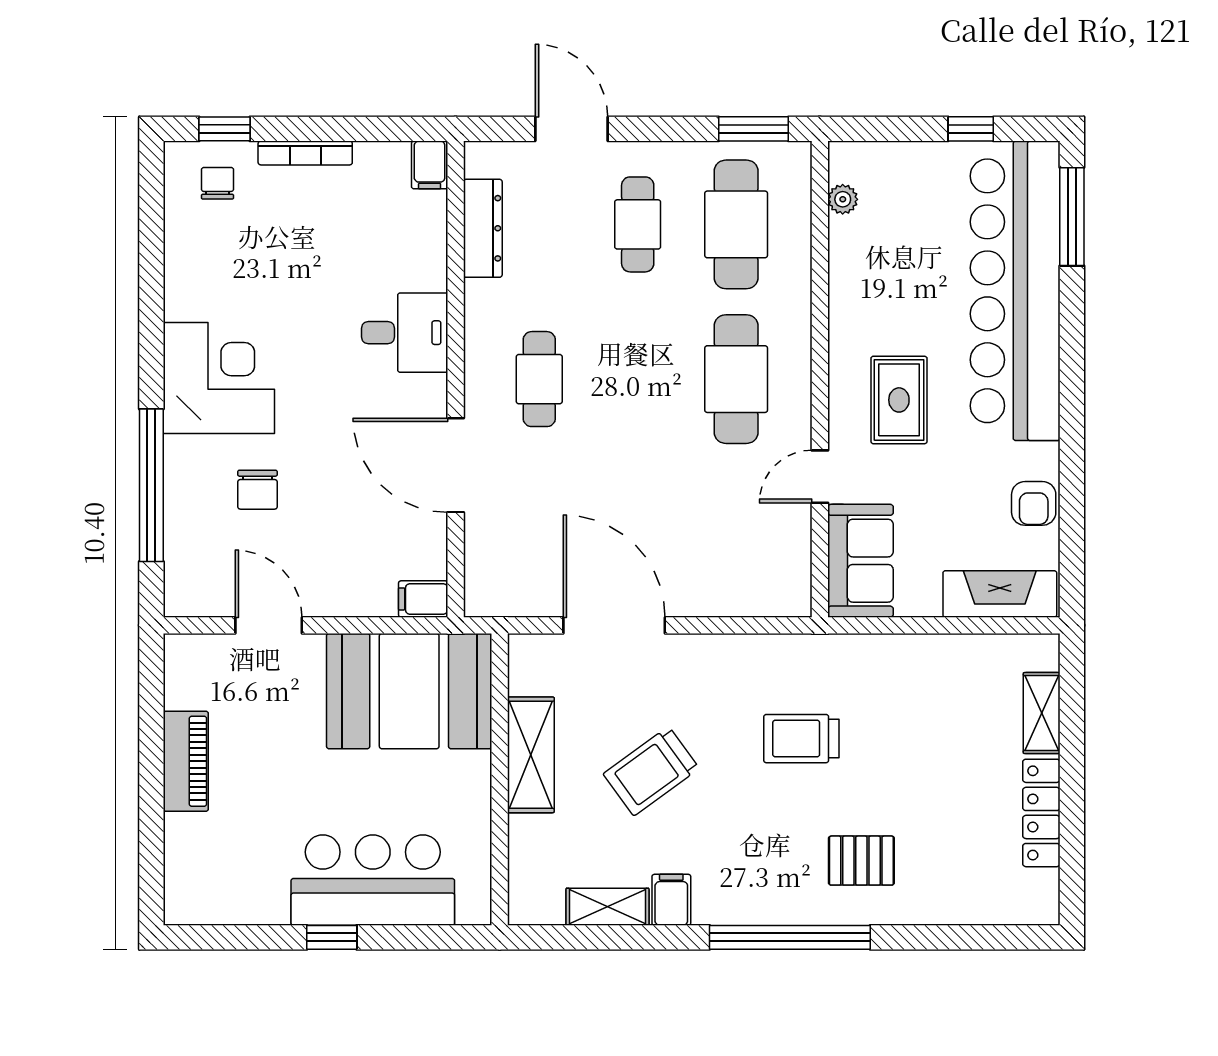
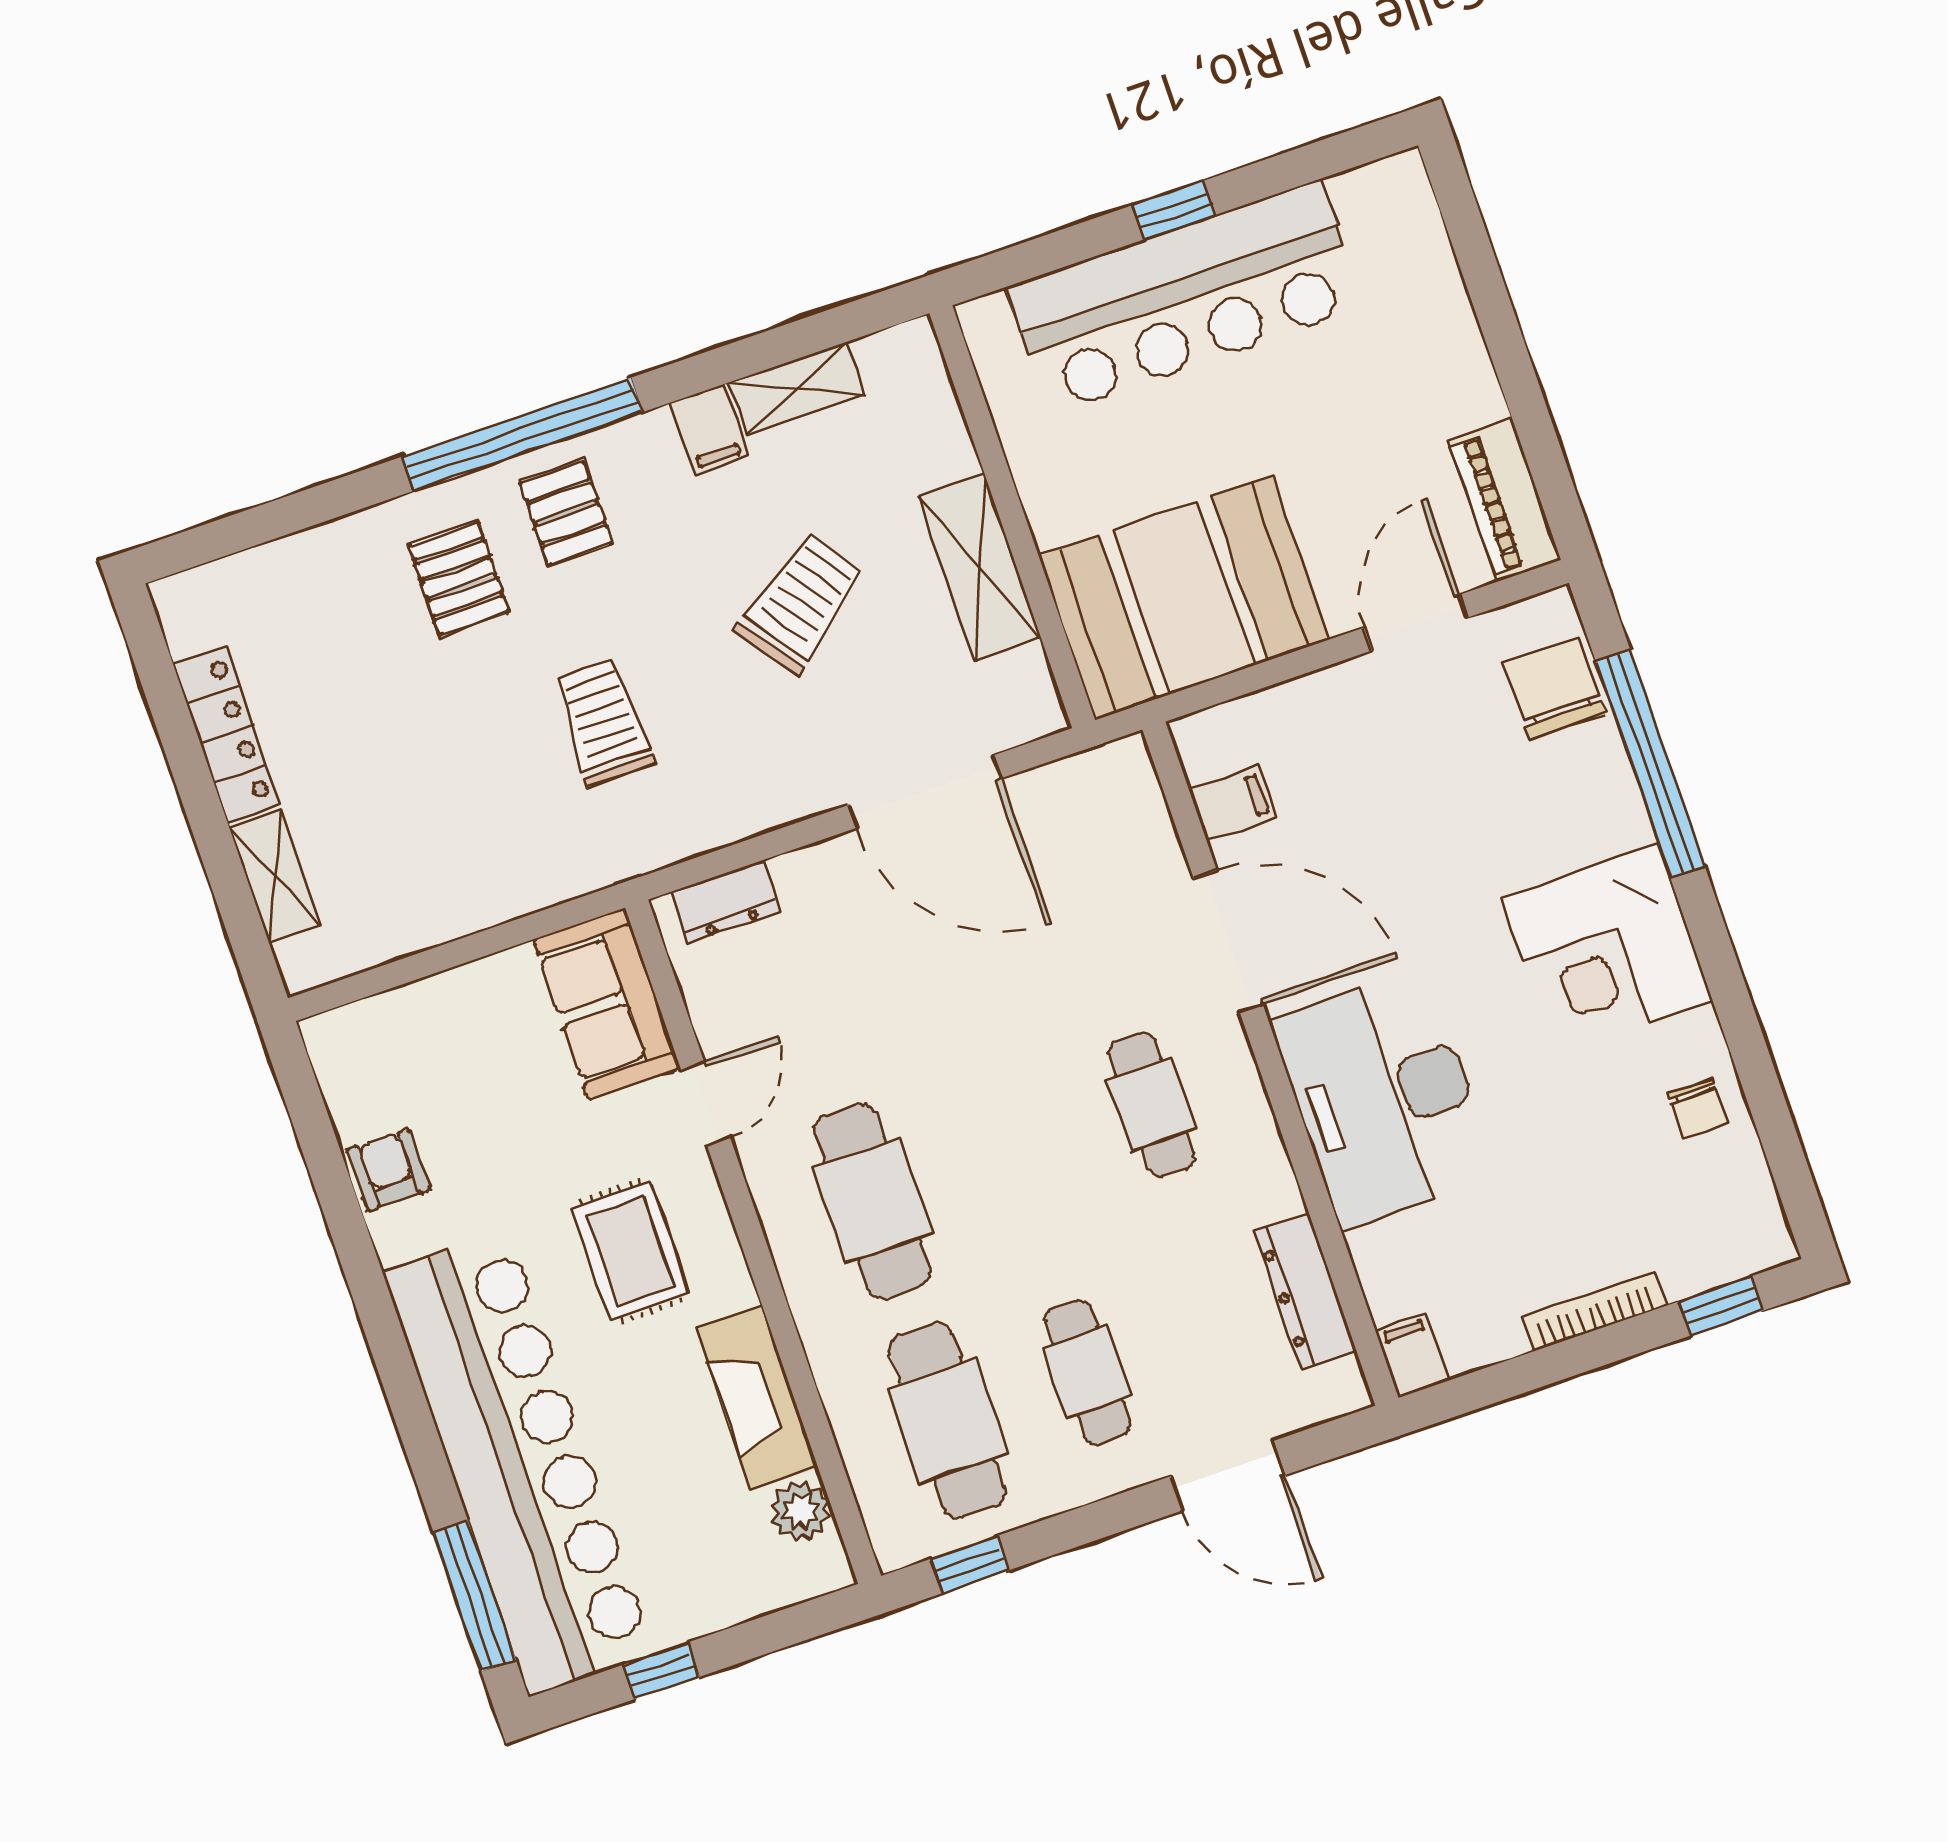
window: (753, 129) -> (970, 1565), width x0.67
chair: (217, 183) -> (1698, 1108), moved
plant: (843, 199) -> (801, 1511), width x1.38, depth x1.38
desk: (405, 333) -> (1384, 1099), width x1.87, depth x1.30
chair: (257, 490) -> (1554, 688), moved, width x1.37, depth x1.37
fireplace: (1000, 594) -> (757, 1398), moved, turned 90
filing cabinet: (423, 599) -> (1232, 804), moved
dresser: (764, 599) -> (725, 902), added
door: (269, 625) -> (1416, 623), swing flipped
trolley: (801, 739) -> (603, 722), turned -90
piano: (186, 761) -> (1505, 500), moved
pallet: (861, 861) -> (459, 578), turned 90
pallet: (780, 878) -> (566, 513), added
bar counter: (373, 880) -> (1185, 297), width x1.36

